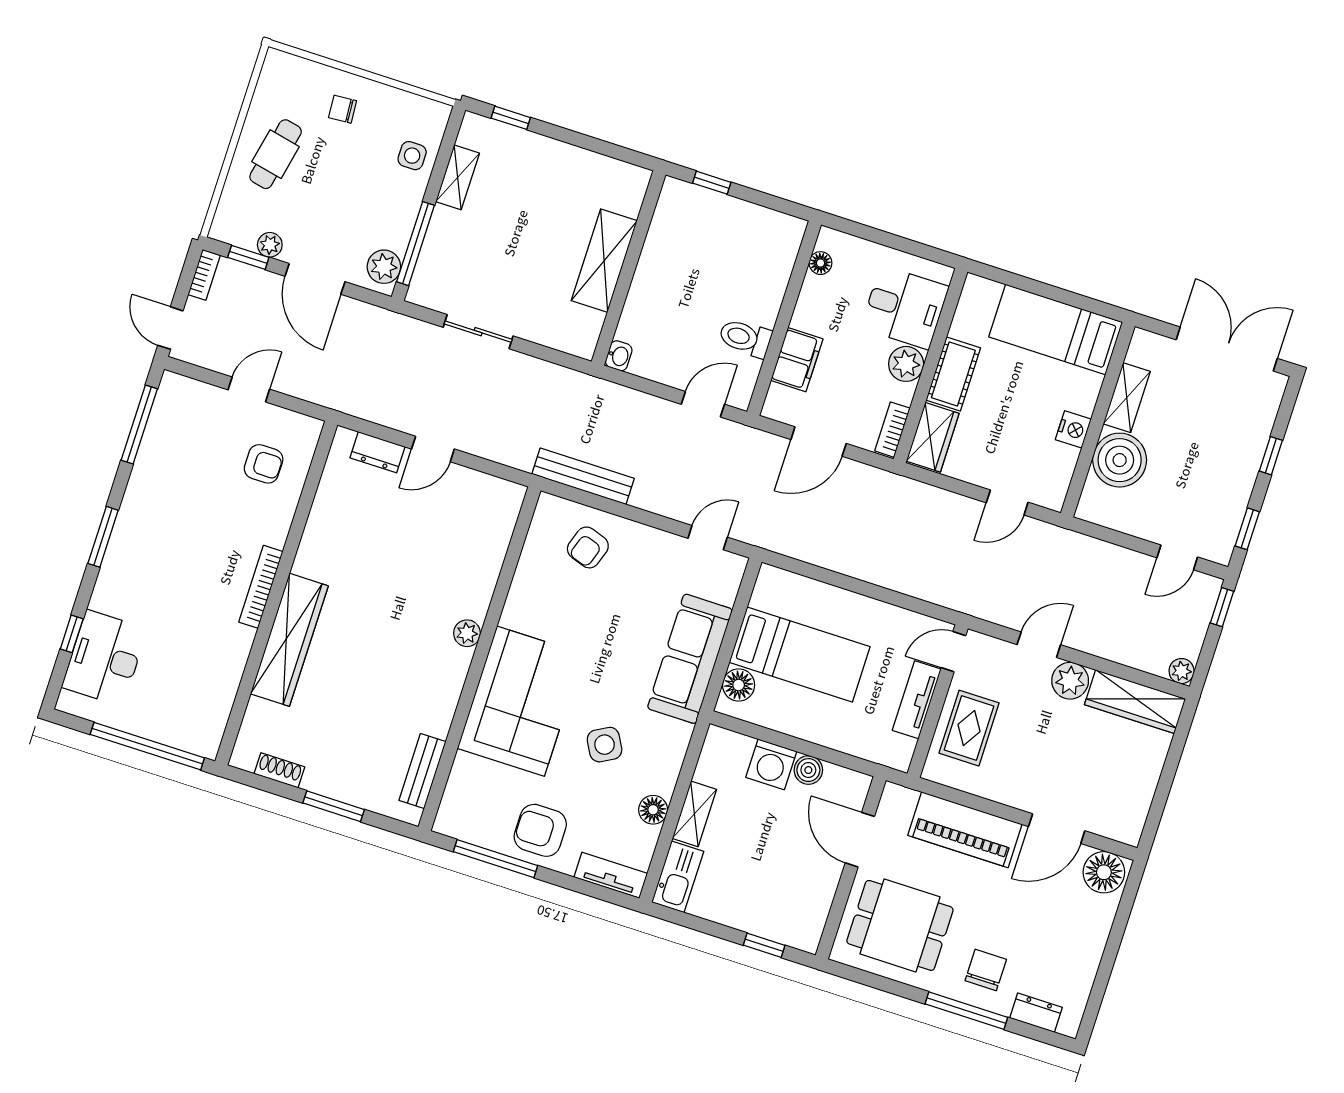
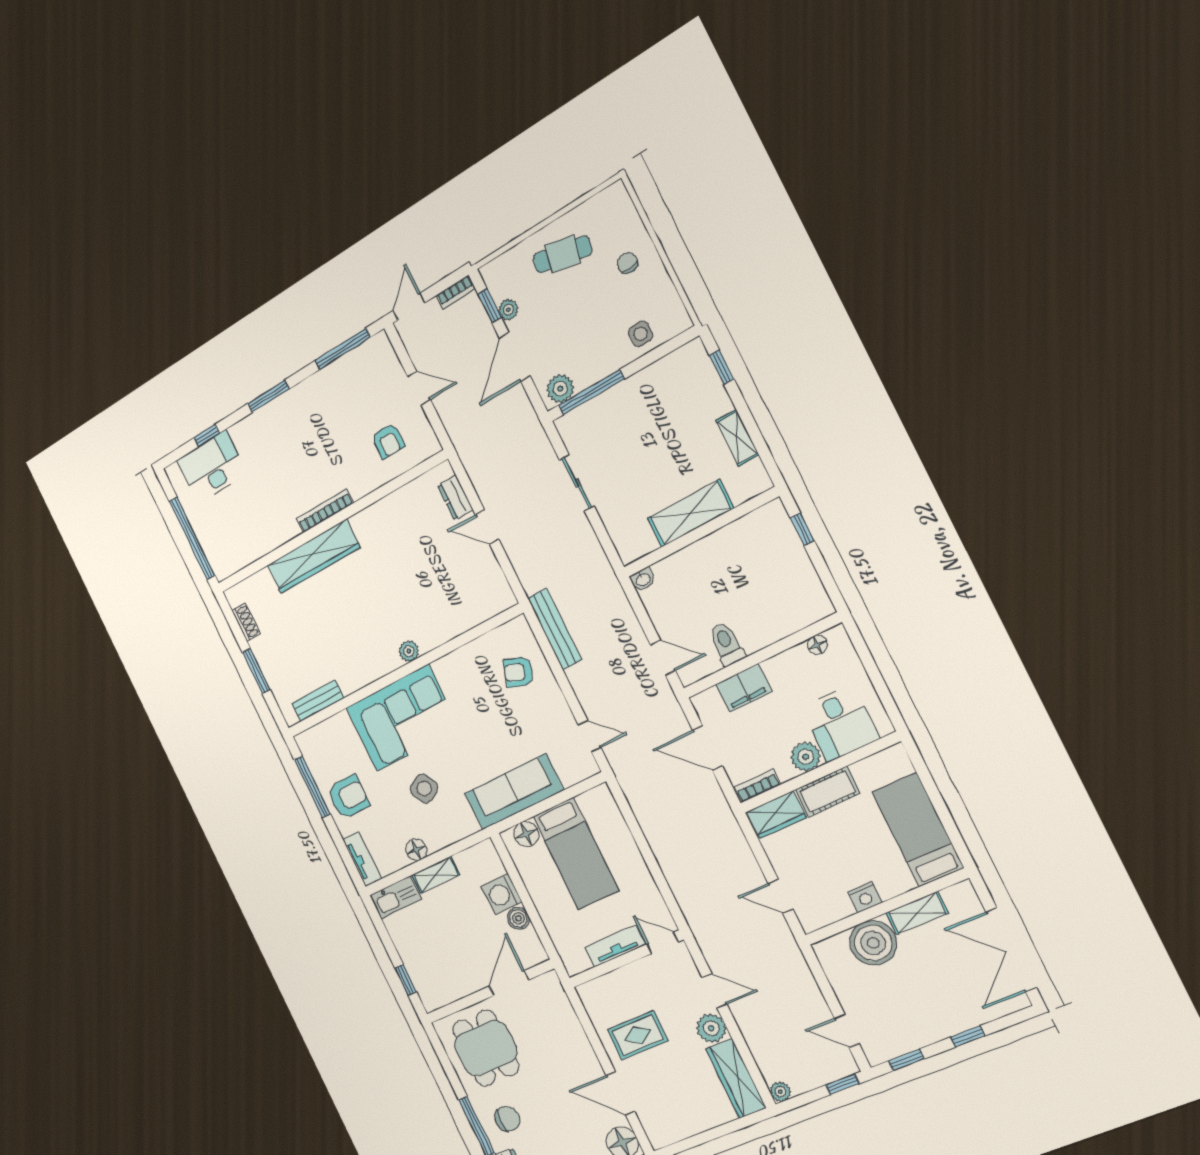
shelving: (458, 177) -> (737, 438), moved, turned 90
double door: (1227, 349) -> (1011, 950), swing flipped
rug: (969, 728) -> (638, 1035), moved
armchair: (540, 830) -> (348, 797), turned 90
piano: (965, 830) -> (570, 1040), removed

